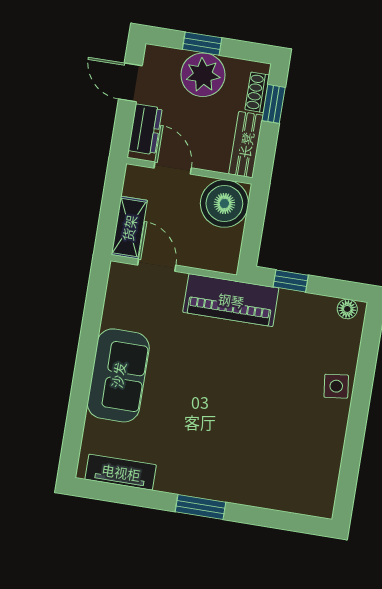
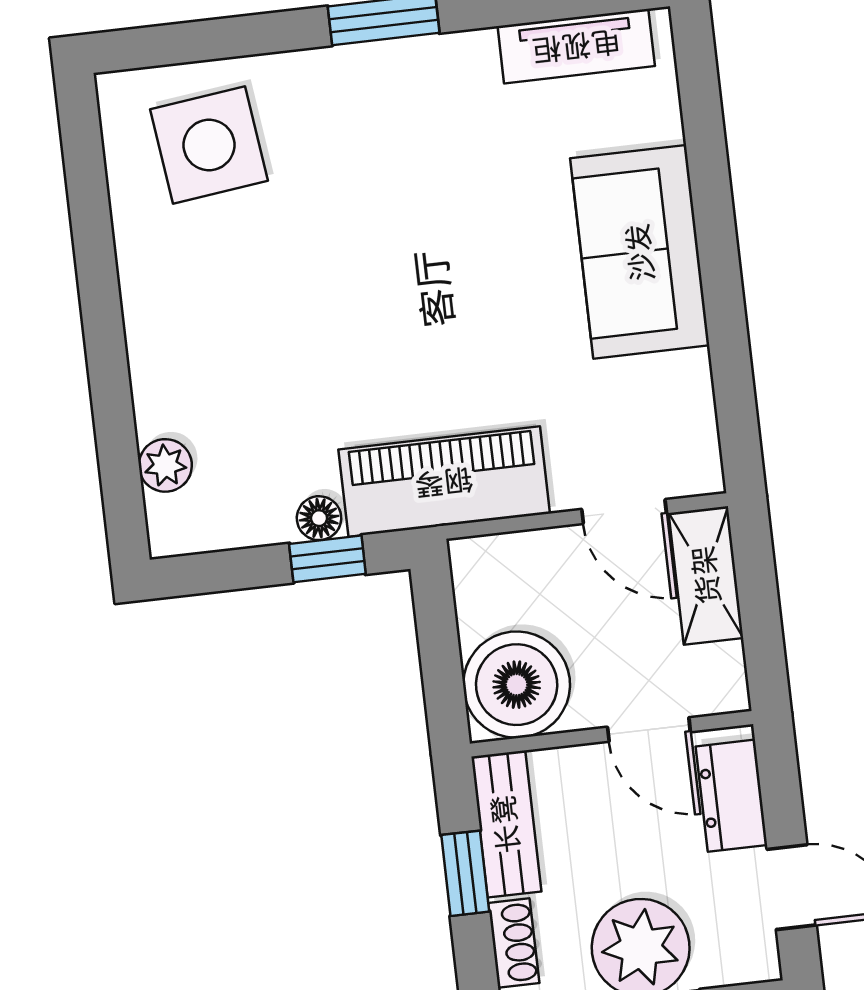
window: (274, 104) -> (465, 873), moved
floor lamp: (347, 309) -> (319, 518), moved
plant: (349, 341) -> (165, 465), added
side table: (336, 386) -> (209, 145), moved, width x1.87, depth x1.87

